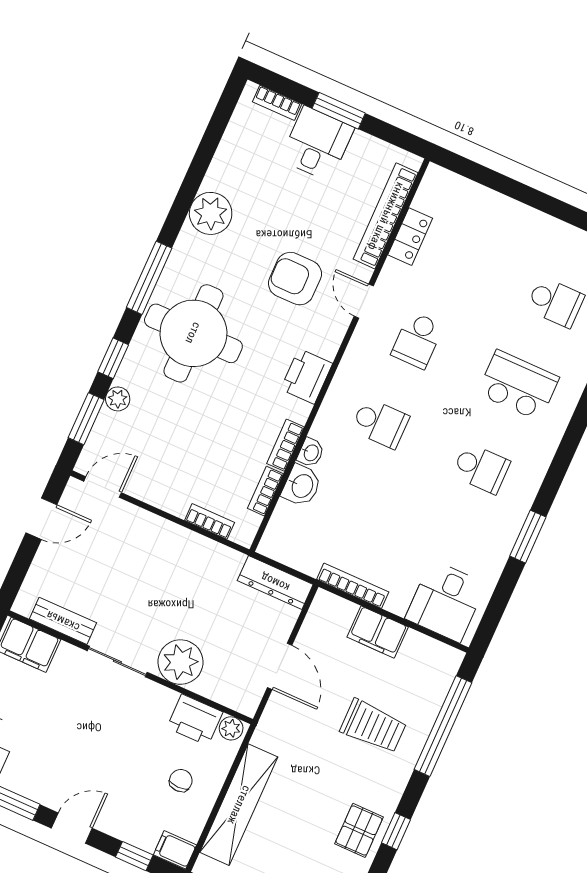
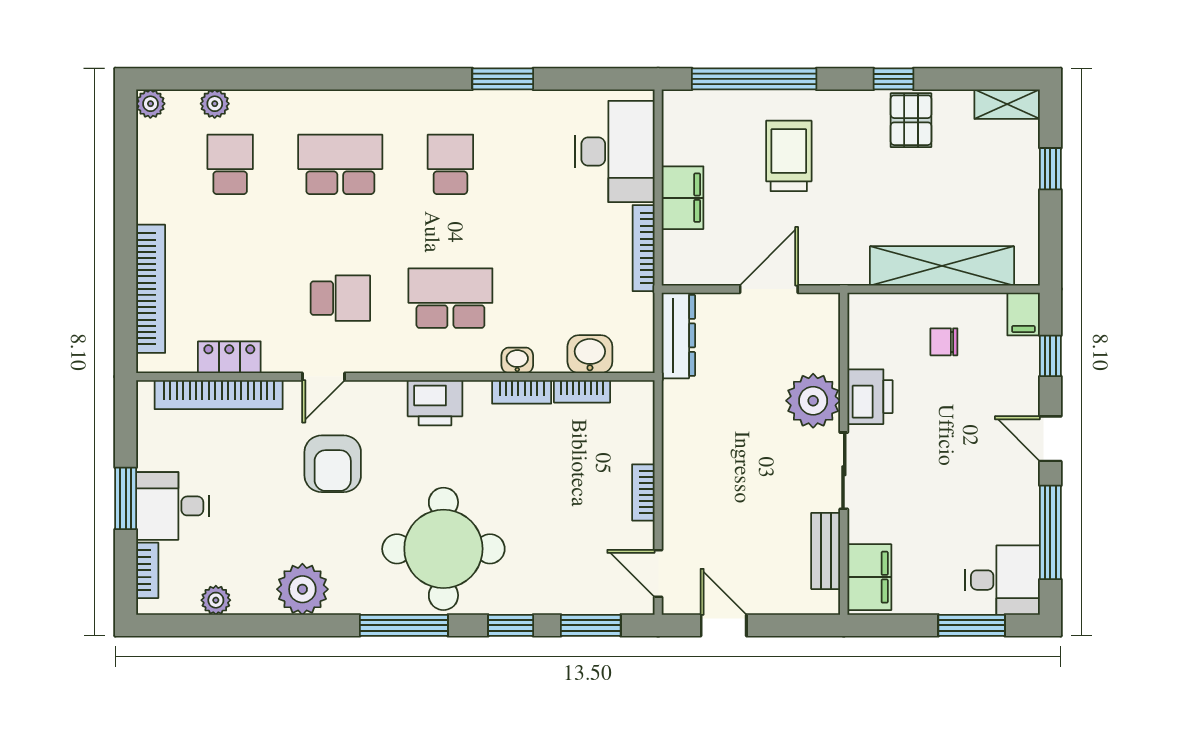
bookcase: (488, 200) -> (151, 289), added
school desk: (518, 385) -> (340, 164), turned 90
plant: (118, 399) -> (216, 600), moved
school desk: (380, 423) -> (450, 298), width x1.85
washbasin: (302, 486) -> (590, 354), moved
bookcase: (210, 521) -> (643, 492), moved
desk: (446, 601) -> (615, 152), width x1.37
printer: (195, 720) -> (870, 397), moved
plant: (231, 728) -> (861, 312), removed
pallet: (359, 830) -> (911, 120), turned 90

